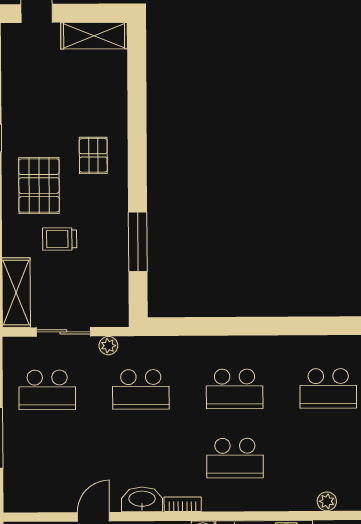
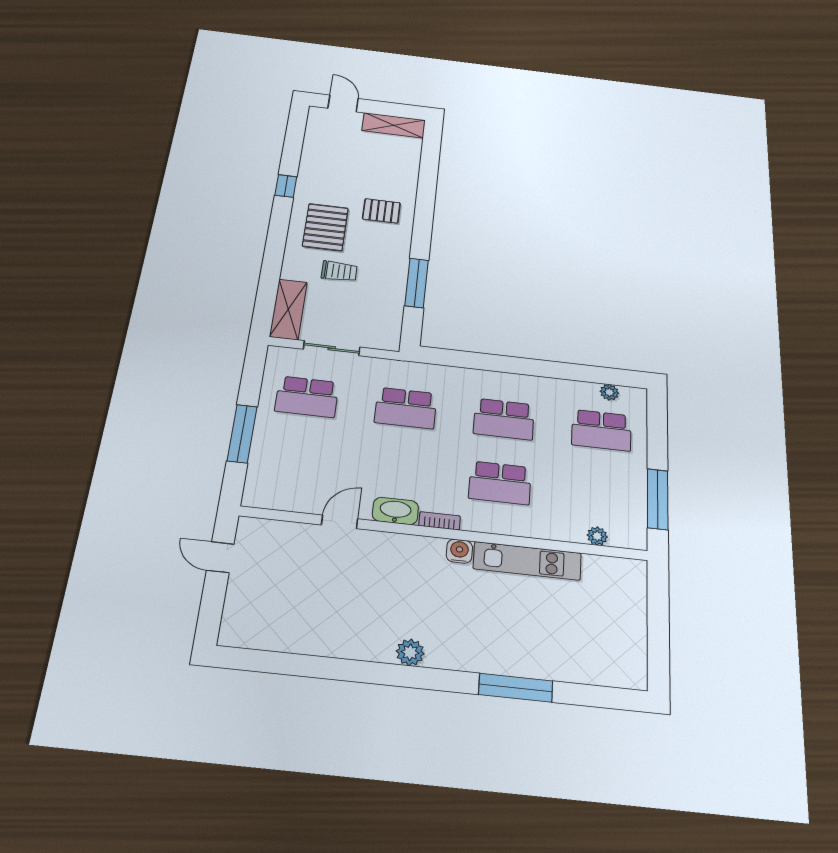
pallet: (93, 155) -> (381, 211), turned 90
trolley: (60, 239) -> (339, 271), turned 180
plant: (108, 346) -> (609, 392), moved

